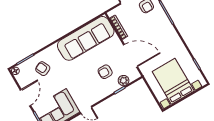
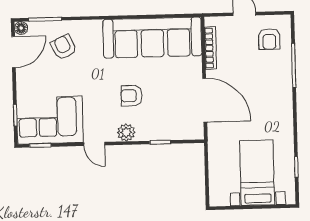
armchair: (105, 72) -> (132, 96), moved
plant: (124, 81) -> (126, 132), moved
bed with nightstands: (173, 81) -> (257, 173), width x0.73
door: (25, 98) -> (14, 52), moved

